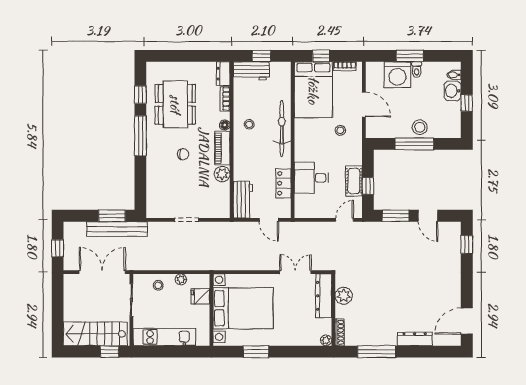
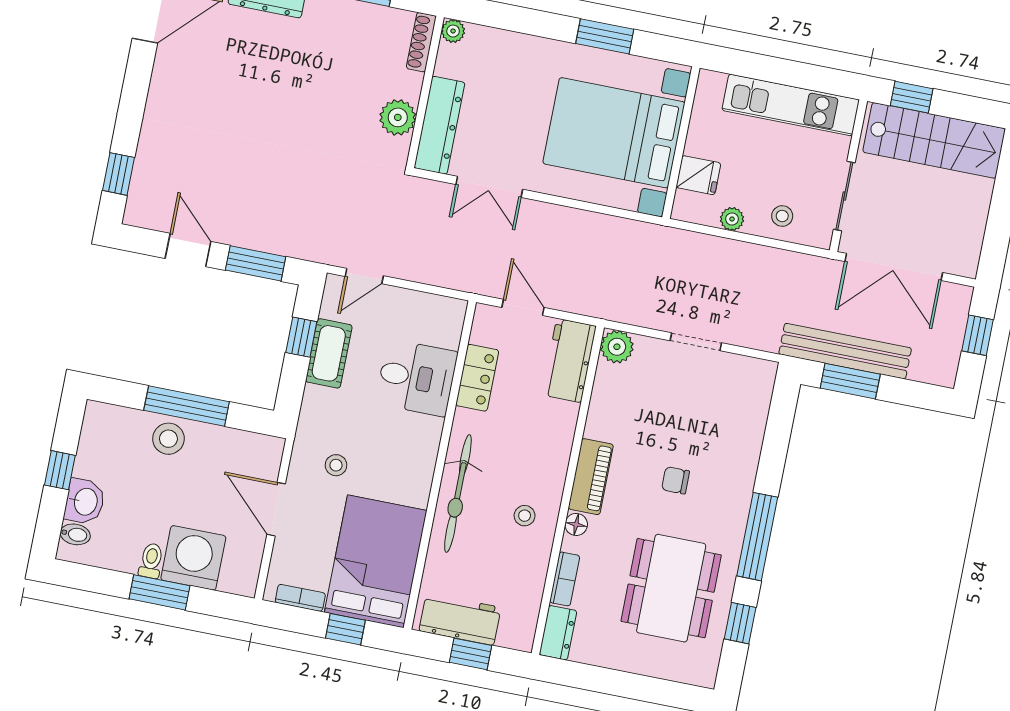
workbench: (251, 71) -> (460, 619), moved
plant: (222, 174) -> (617, 347), moved

